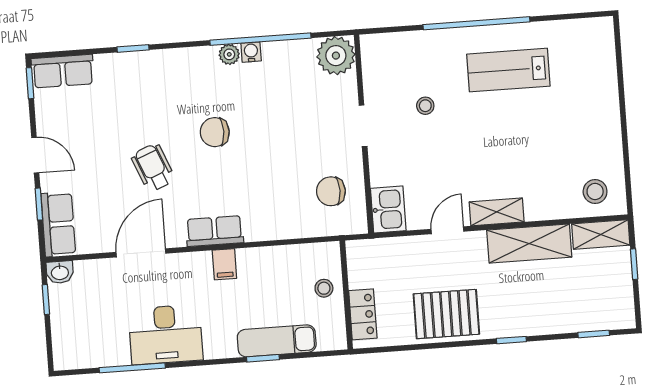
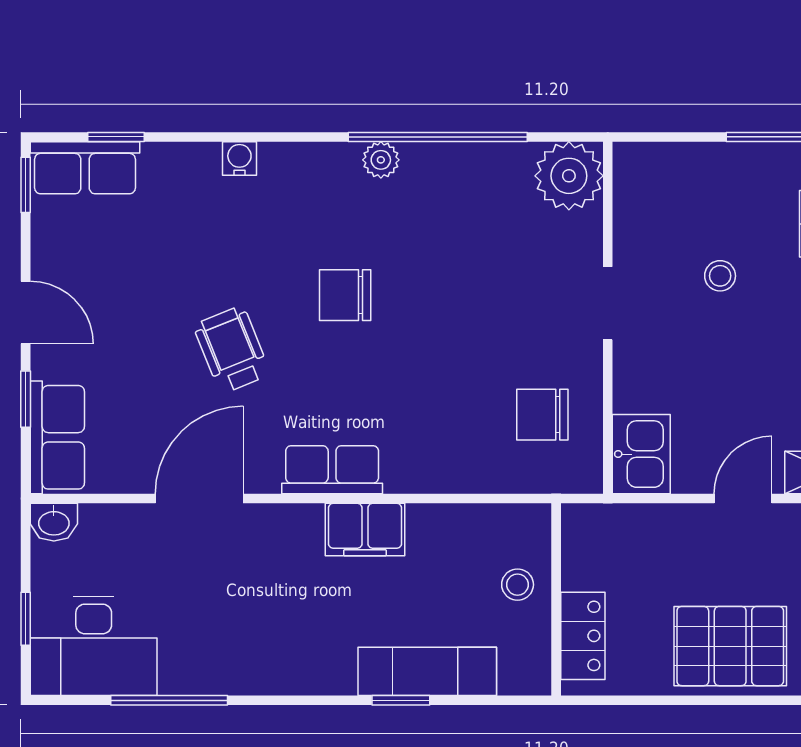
window: (133, 48) -> (116, 137), moved
water cooler: (251, 52) -> (239, 159), moved
filing cabinet: (224, 264) -> (365, 530), width x2.00
window: (46, 300) -> (26, 619), moved
desk: (166, 335) -> (94, 646), moved

